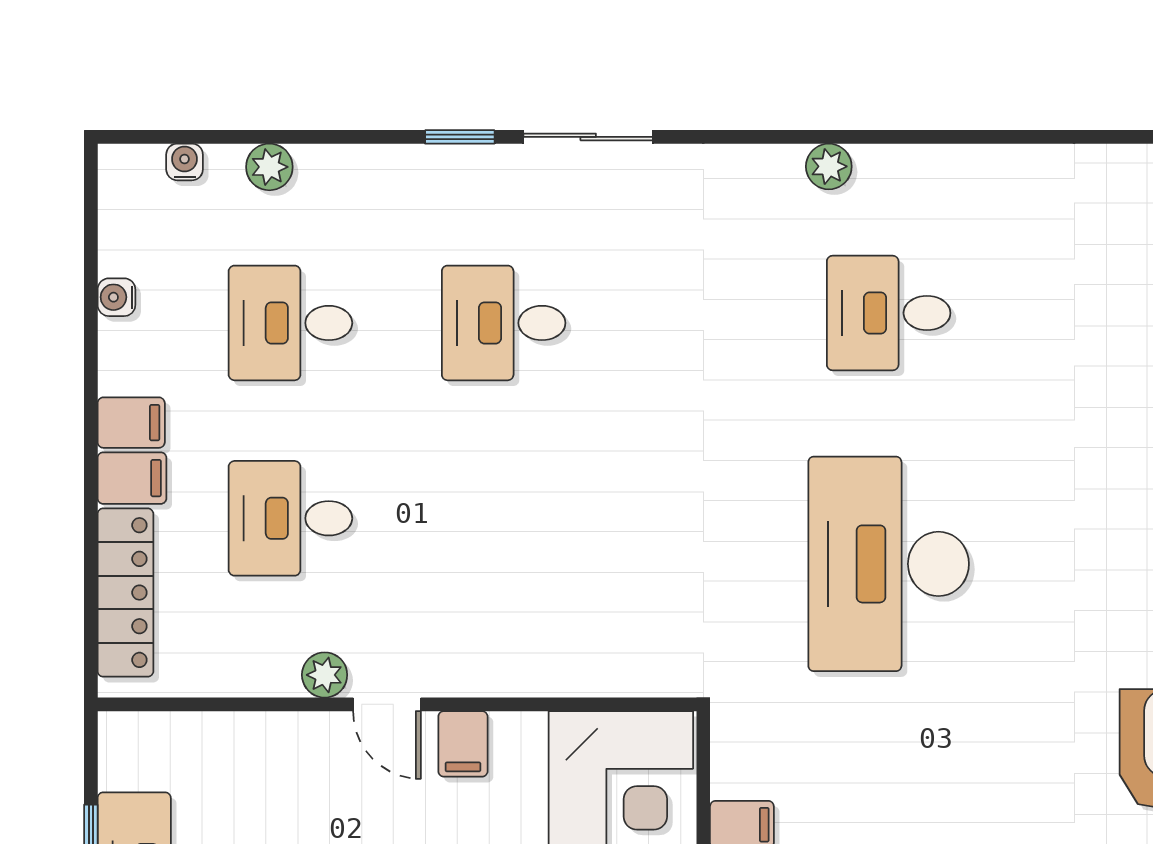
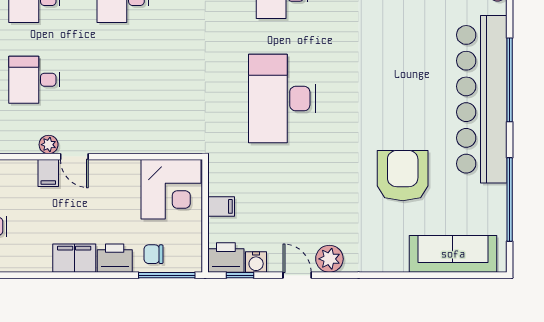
filing cabinet: (463, 744) -> (48, 173), moved

